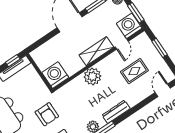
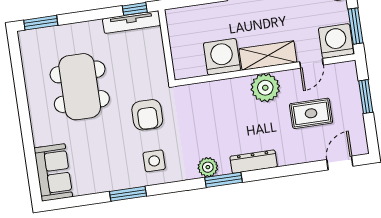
washing machine: (55, 75) -> (222, 57), moved
plant: (92, 76) -> (265, 88), moved

